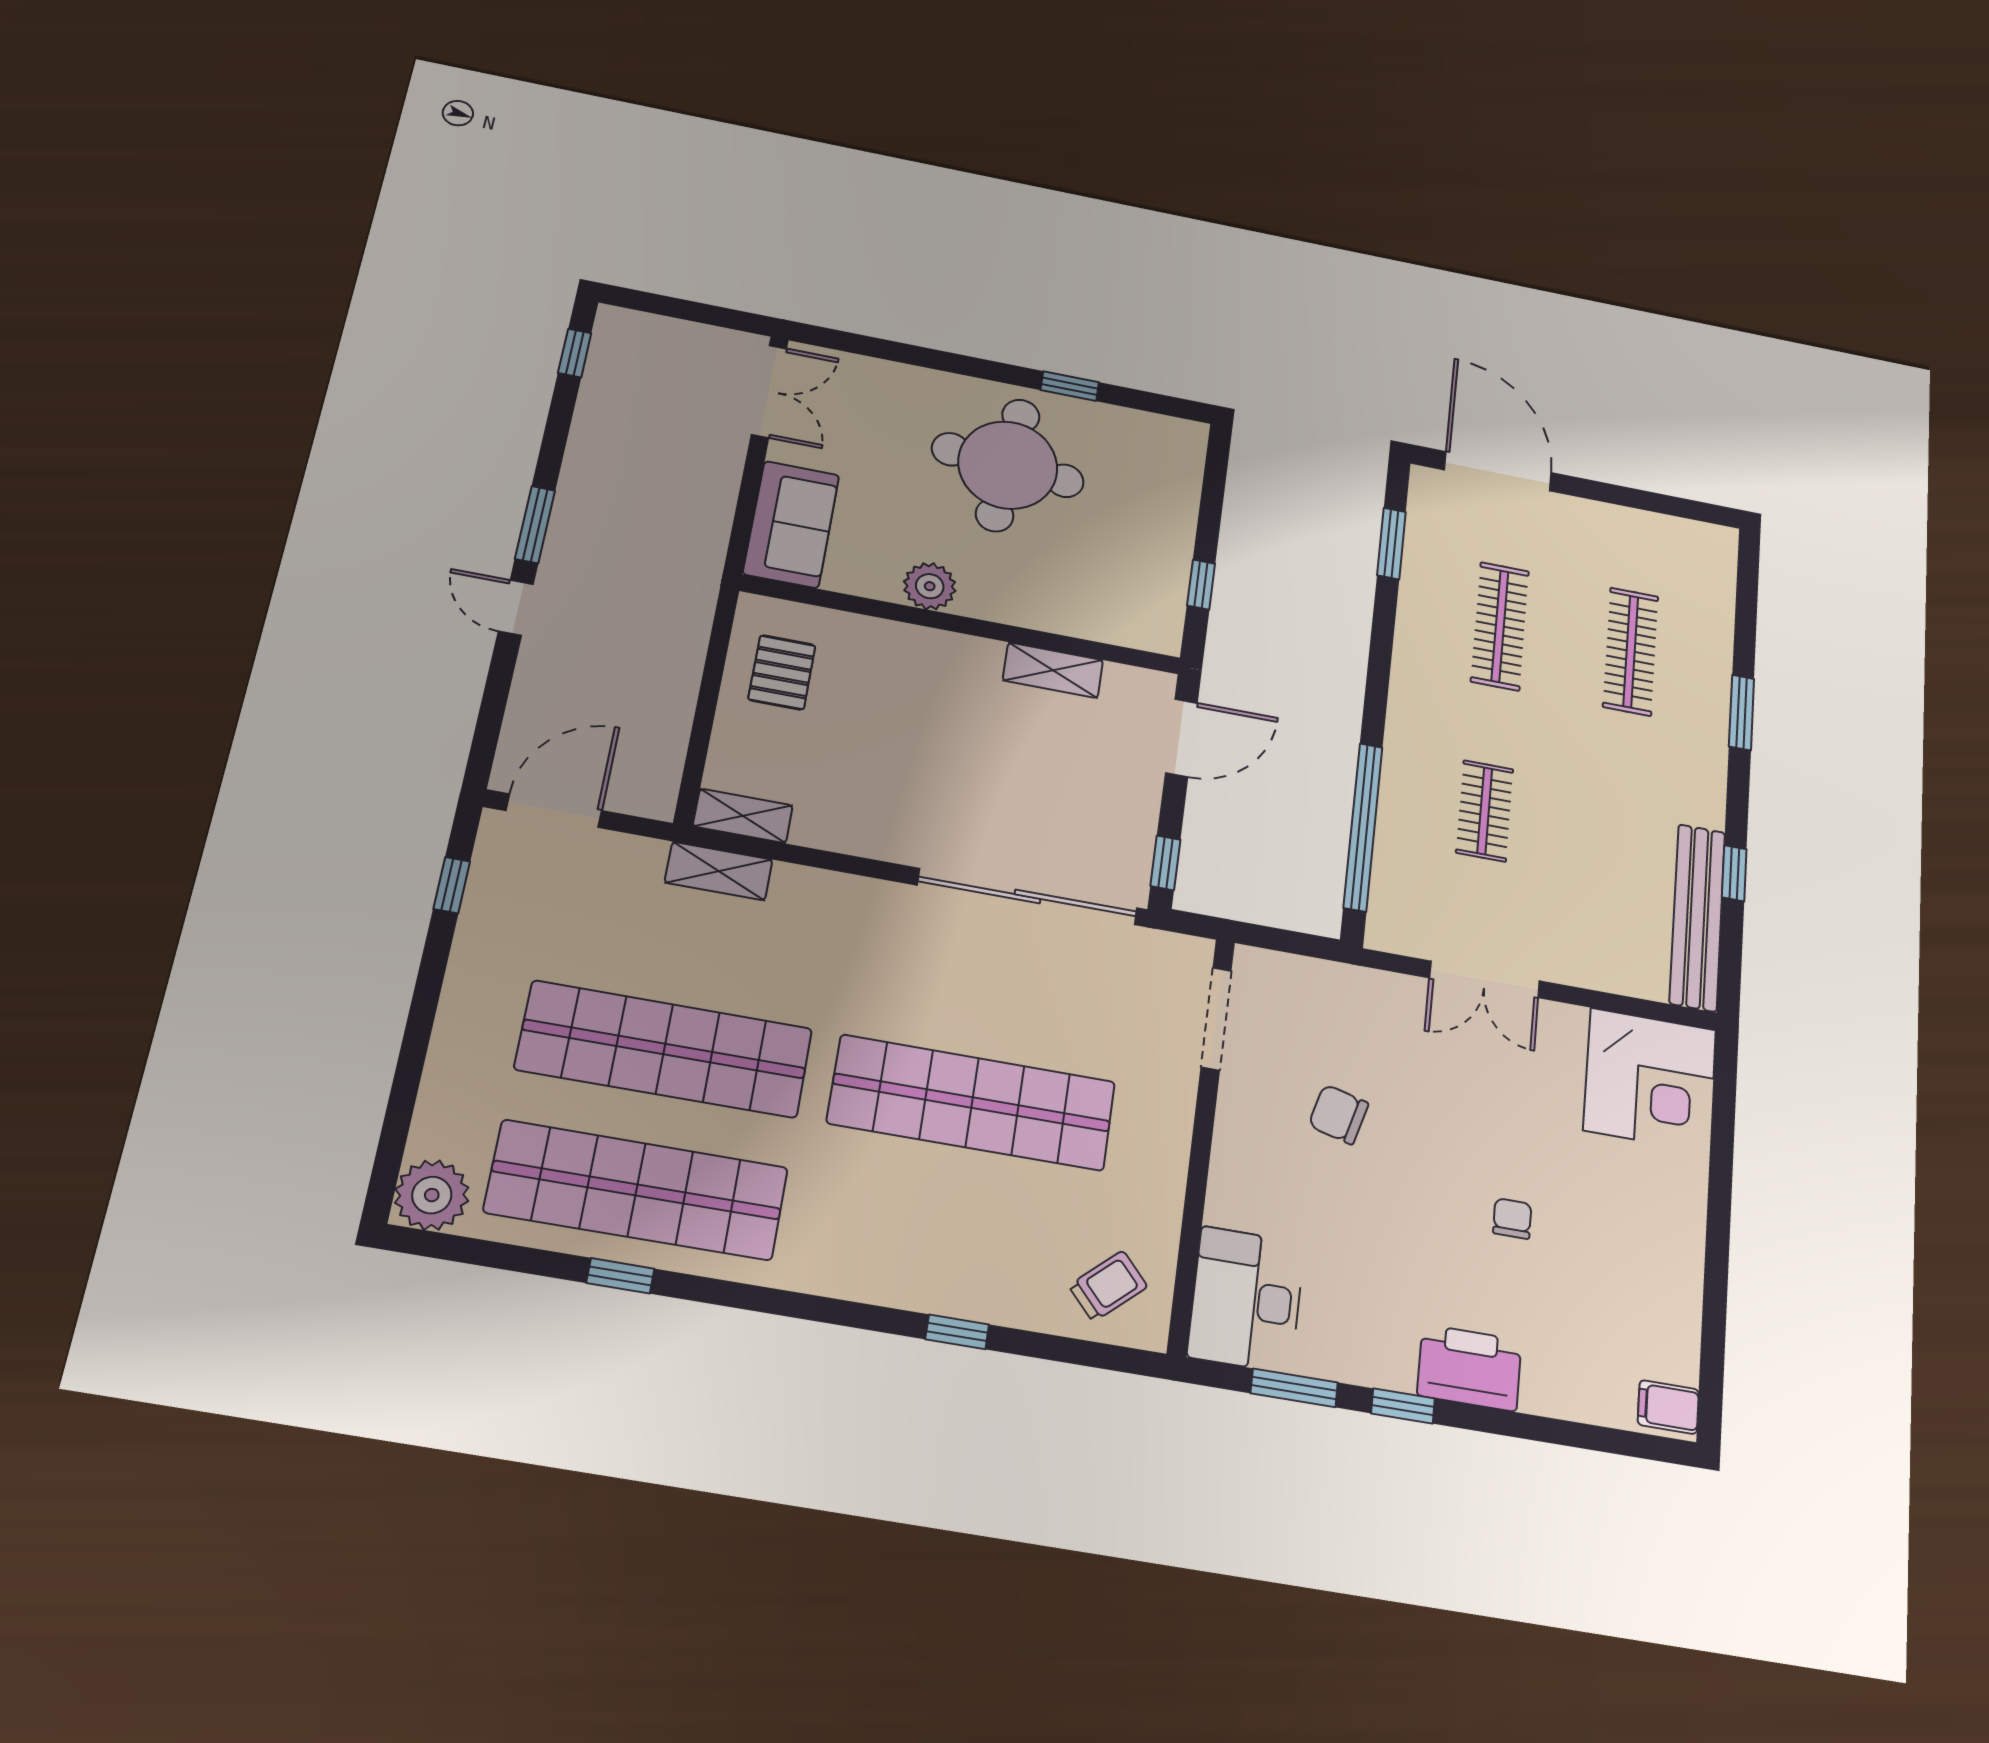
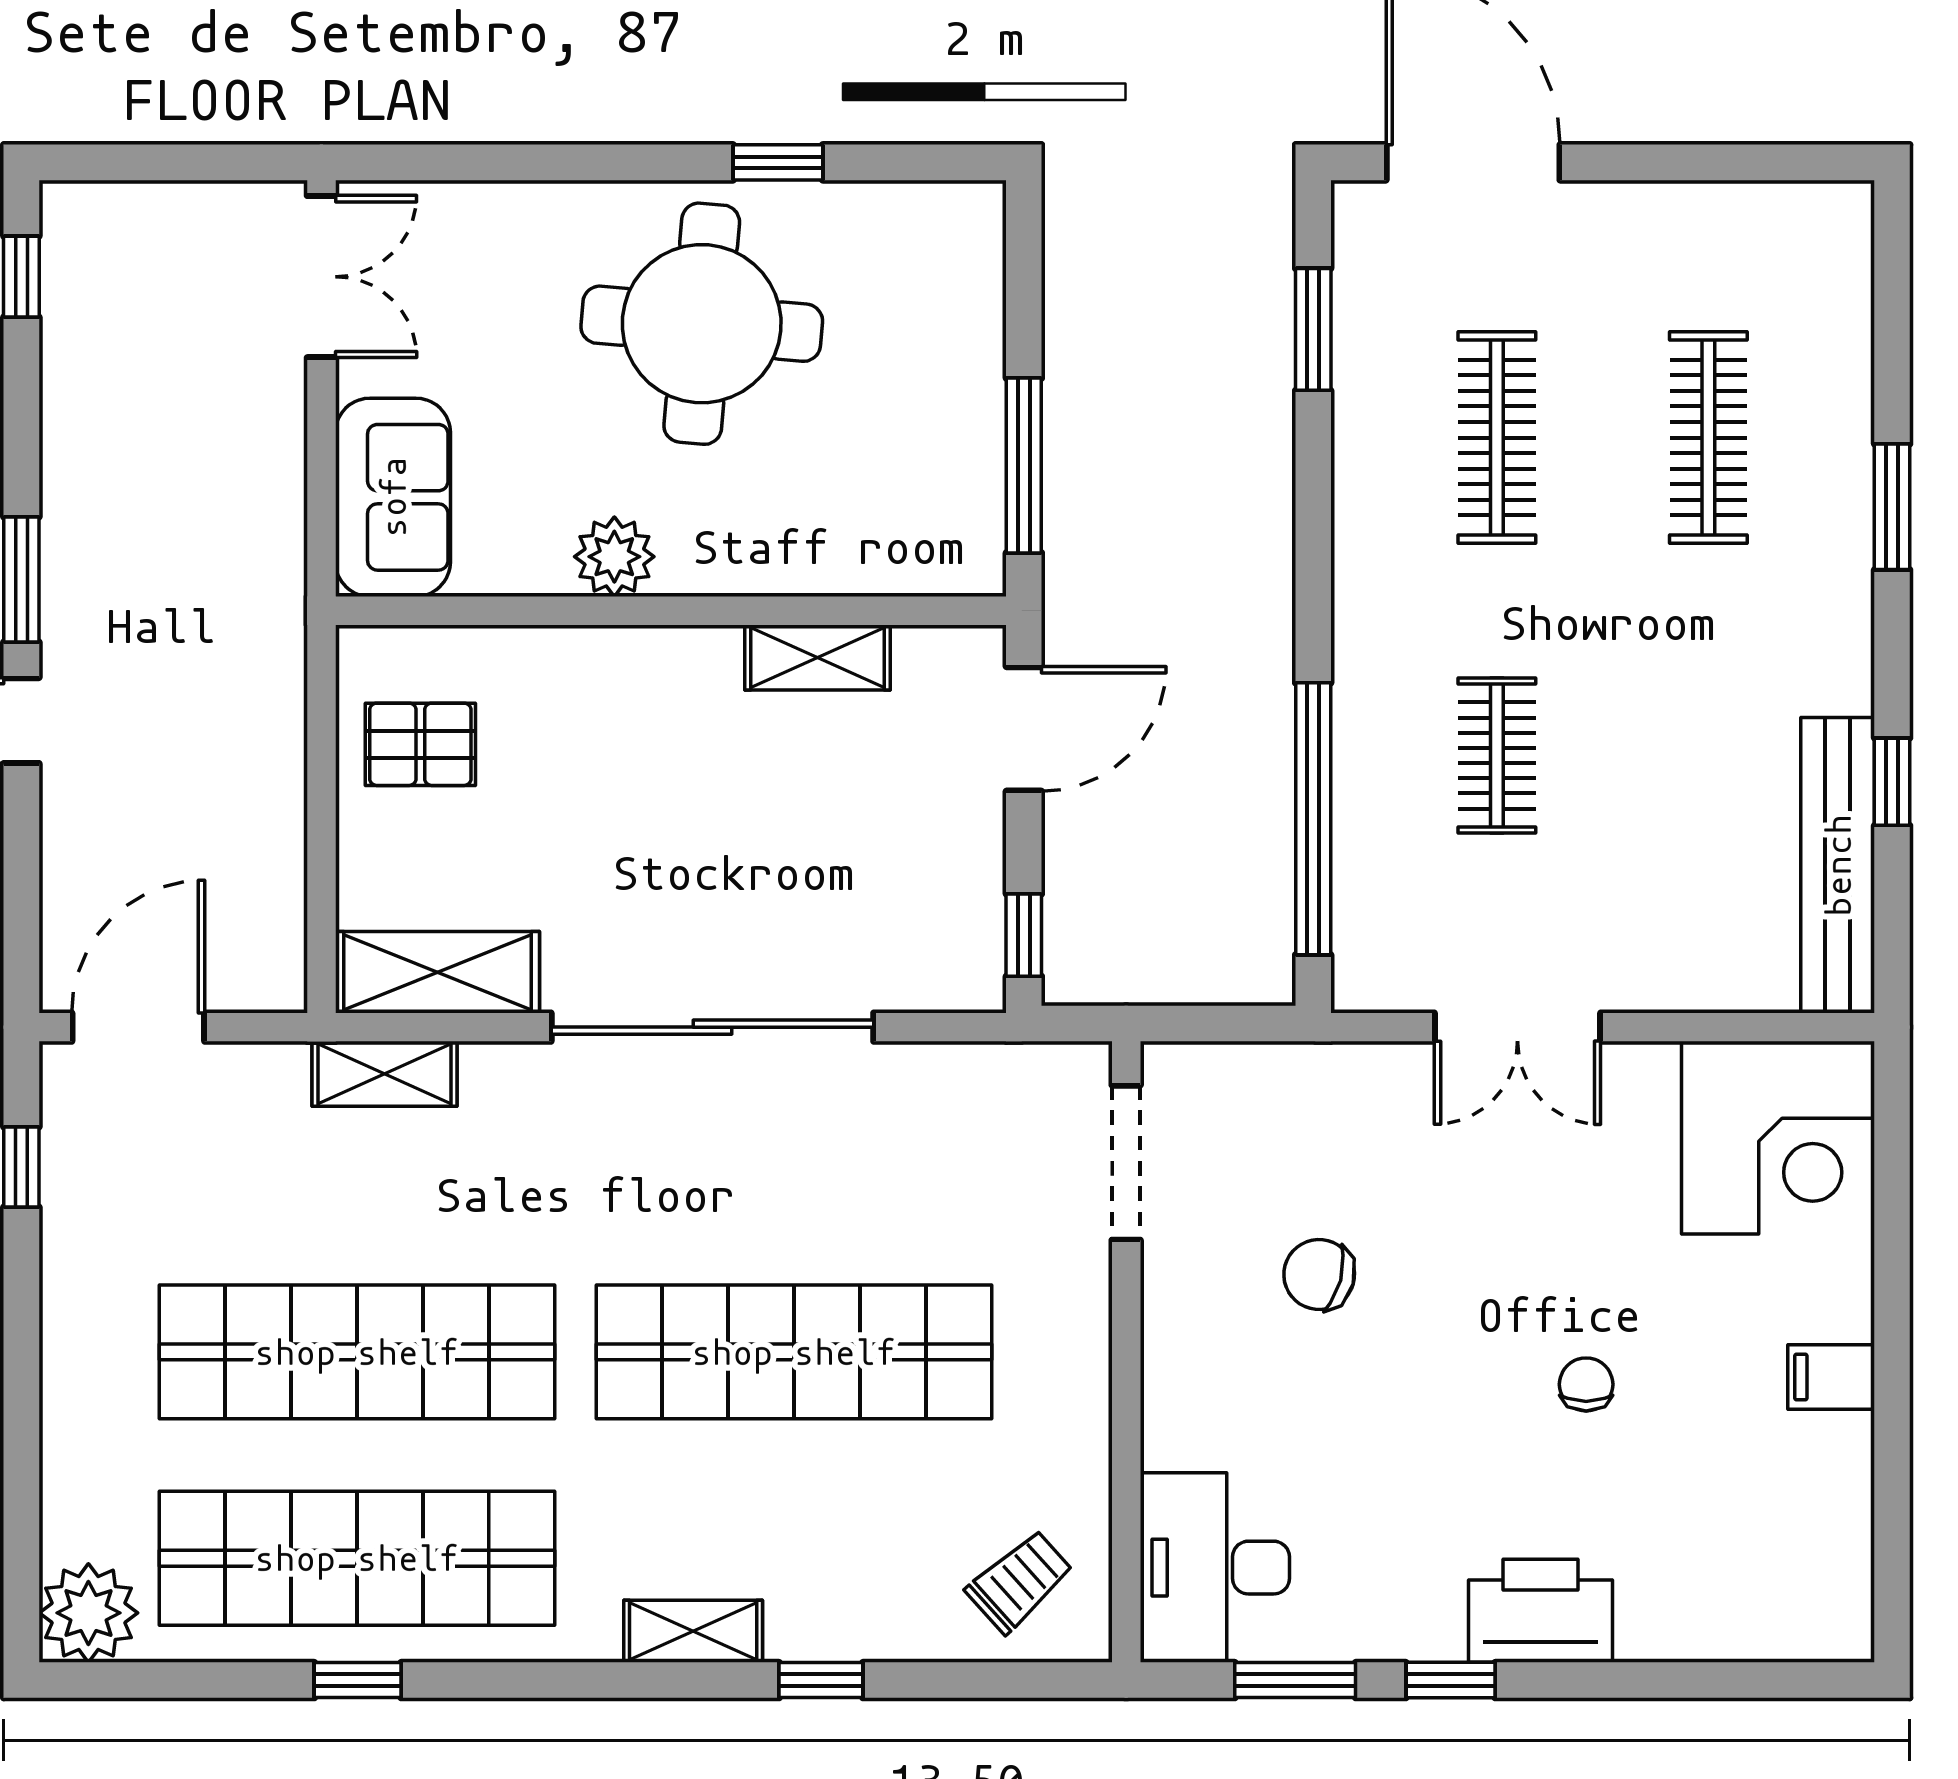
window: (1201, 585) -> (1024, 466), width x2.17
pallet: (782, 672) -> (420, 744), turned 90
shelving: (743, 816) -> (437, 972), width x1.50, depth x1.33
sliding door: (1027, 896) -> (712, 1027), moved
shelving: (871, 1282) -> (693, 1631), added
filing cabinet: (1668, 1407) -> (1831, 1377), moved

